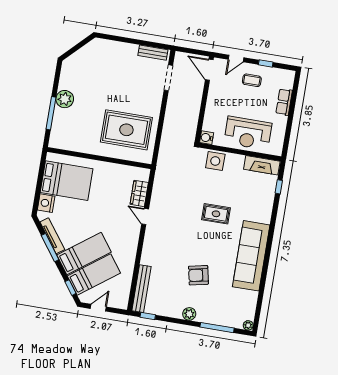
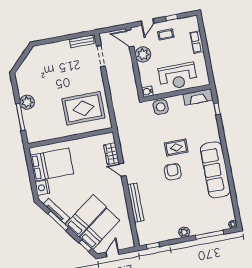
plant: (217, 93) -> (143, 54), added
armchair: (198, 275) -> (173, 172), moved, turned 102
bench: (141, 289) -> (136, 203), moved

